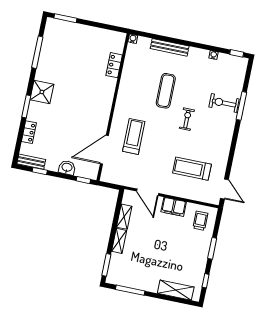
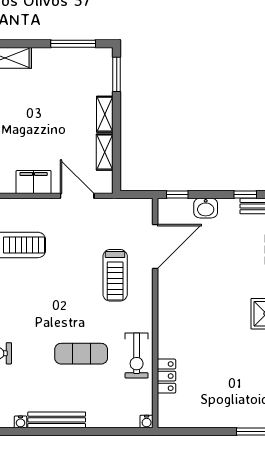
bench: (170, 47) -> (57, 420), moved
exercise mat: (166, 91) -> (81, 354), turned 90
exercise bike: (187, 119) -> (137, 355), moved, width x1.38, depth x1.39

